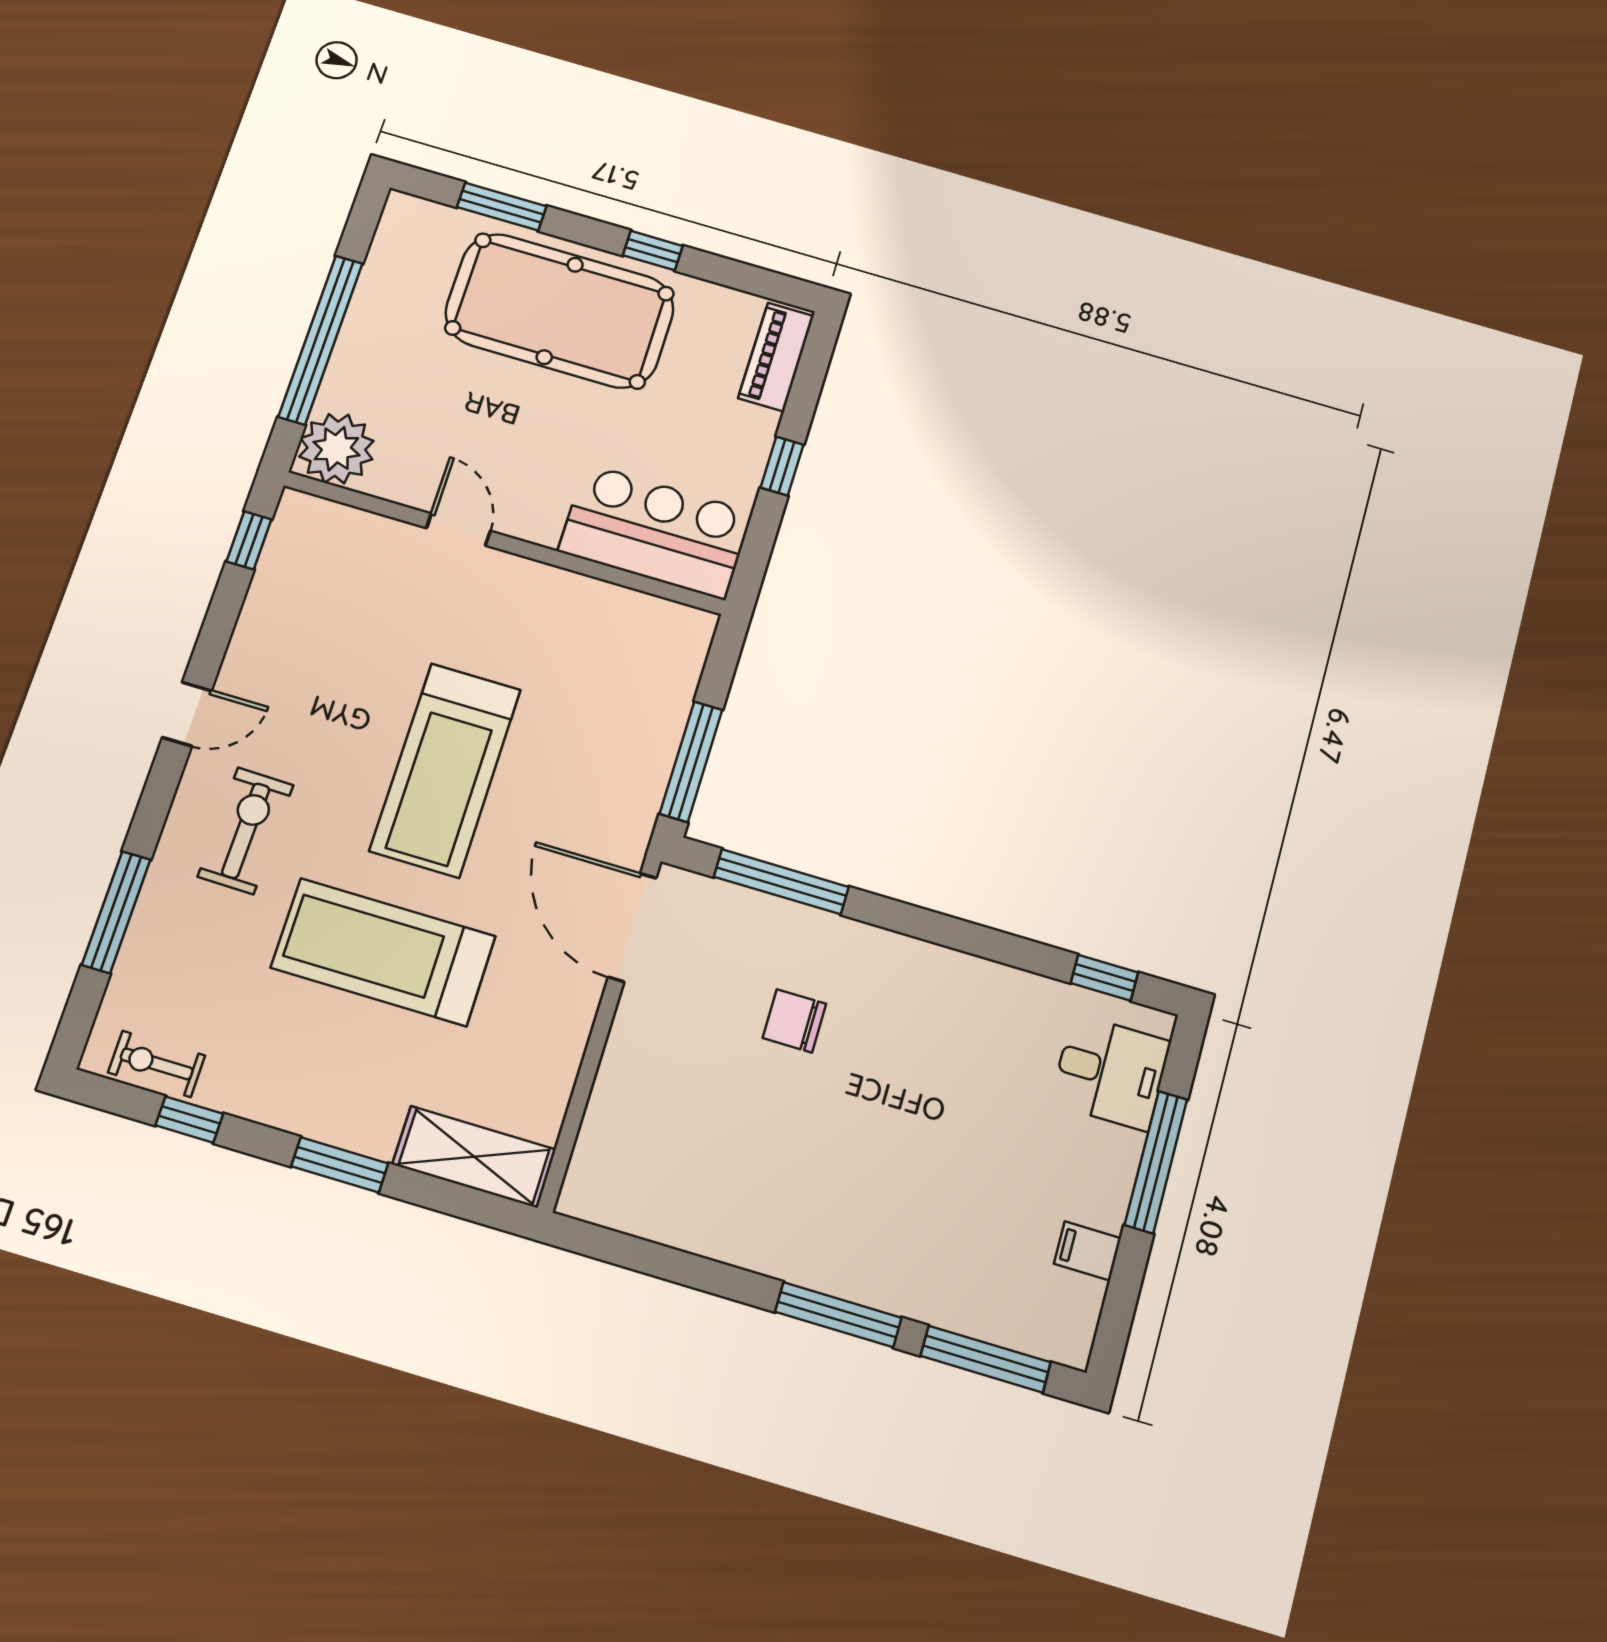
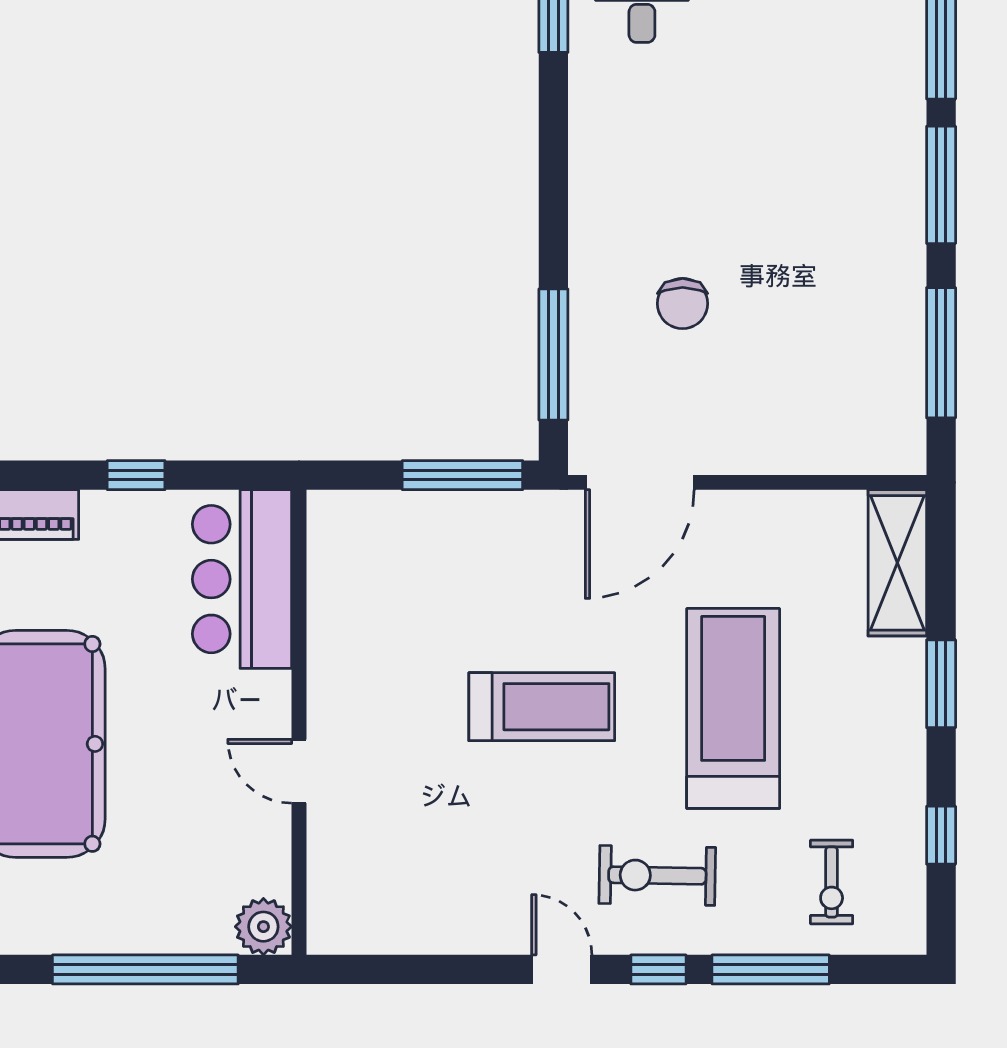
plant: (336, 449) -> (263, 927), width x0.73, depth x0.73
door: (458, 529) -> (299, 771), hinge flipped
window: (249, 540) -> (658, 969), moved
treadmill: (445, 770) -> (542, 707), width x0.73, depth x0.73
treadmill: (383, 952) -> (733, 708), turned 180
exercise bike: (157, 1064) -> (832, 882), moved
window: (670, 1264) -> (941, 353), added

